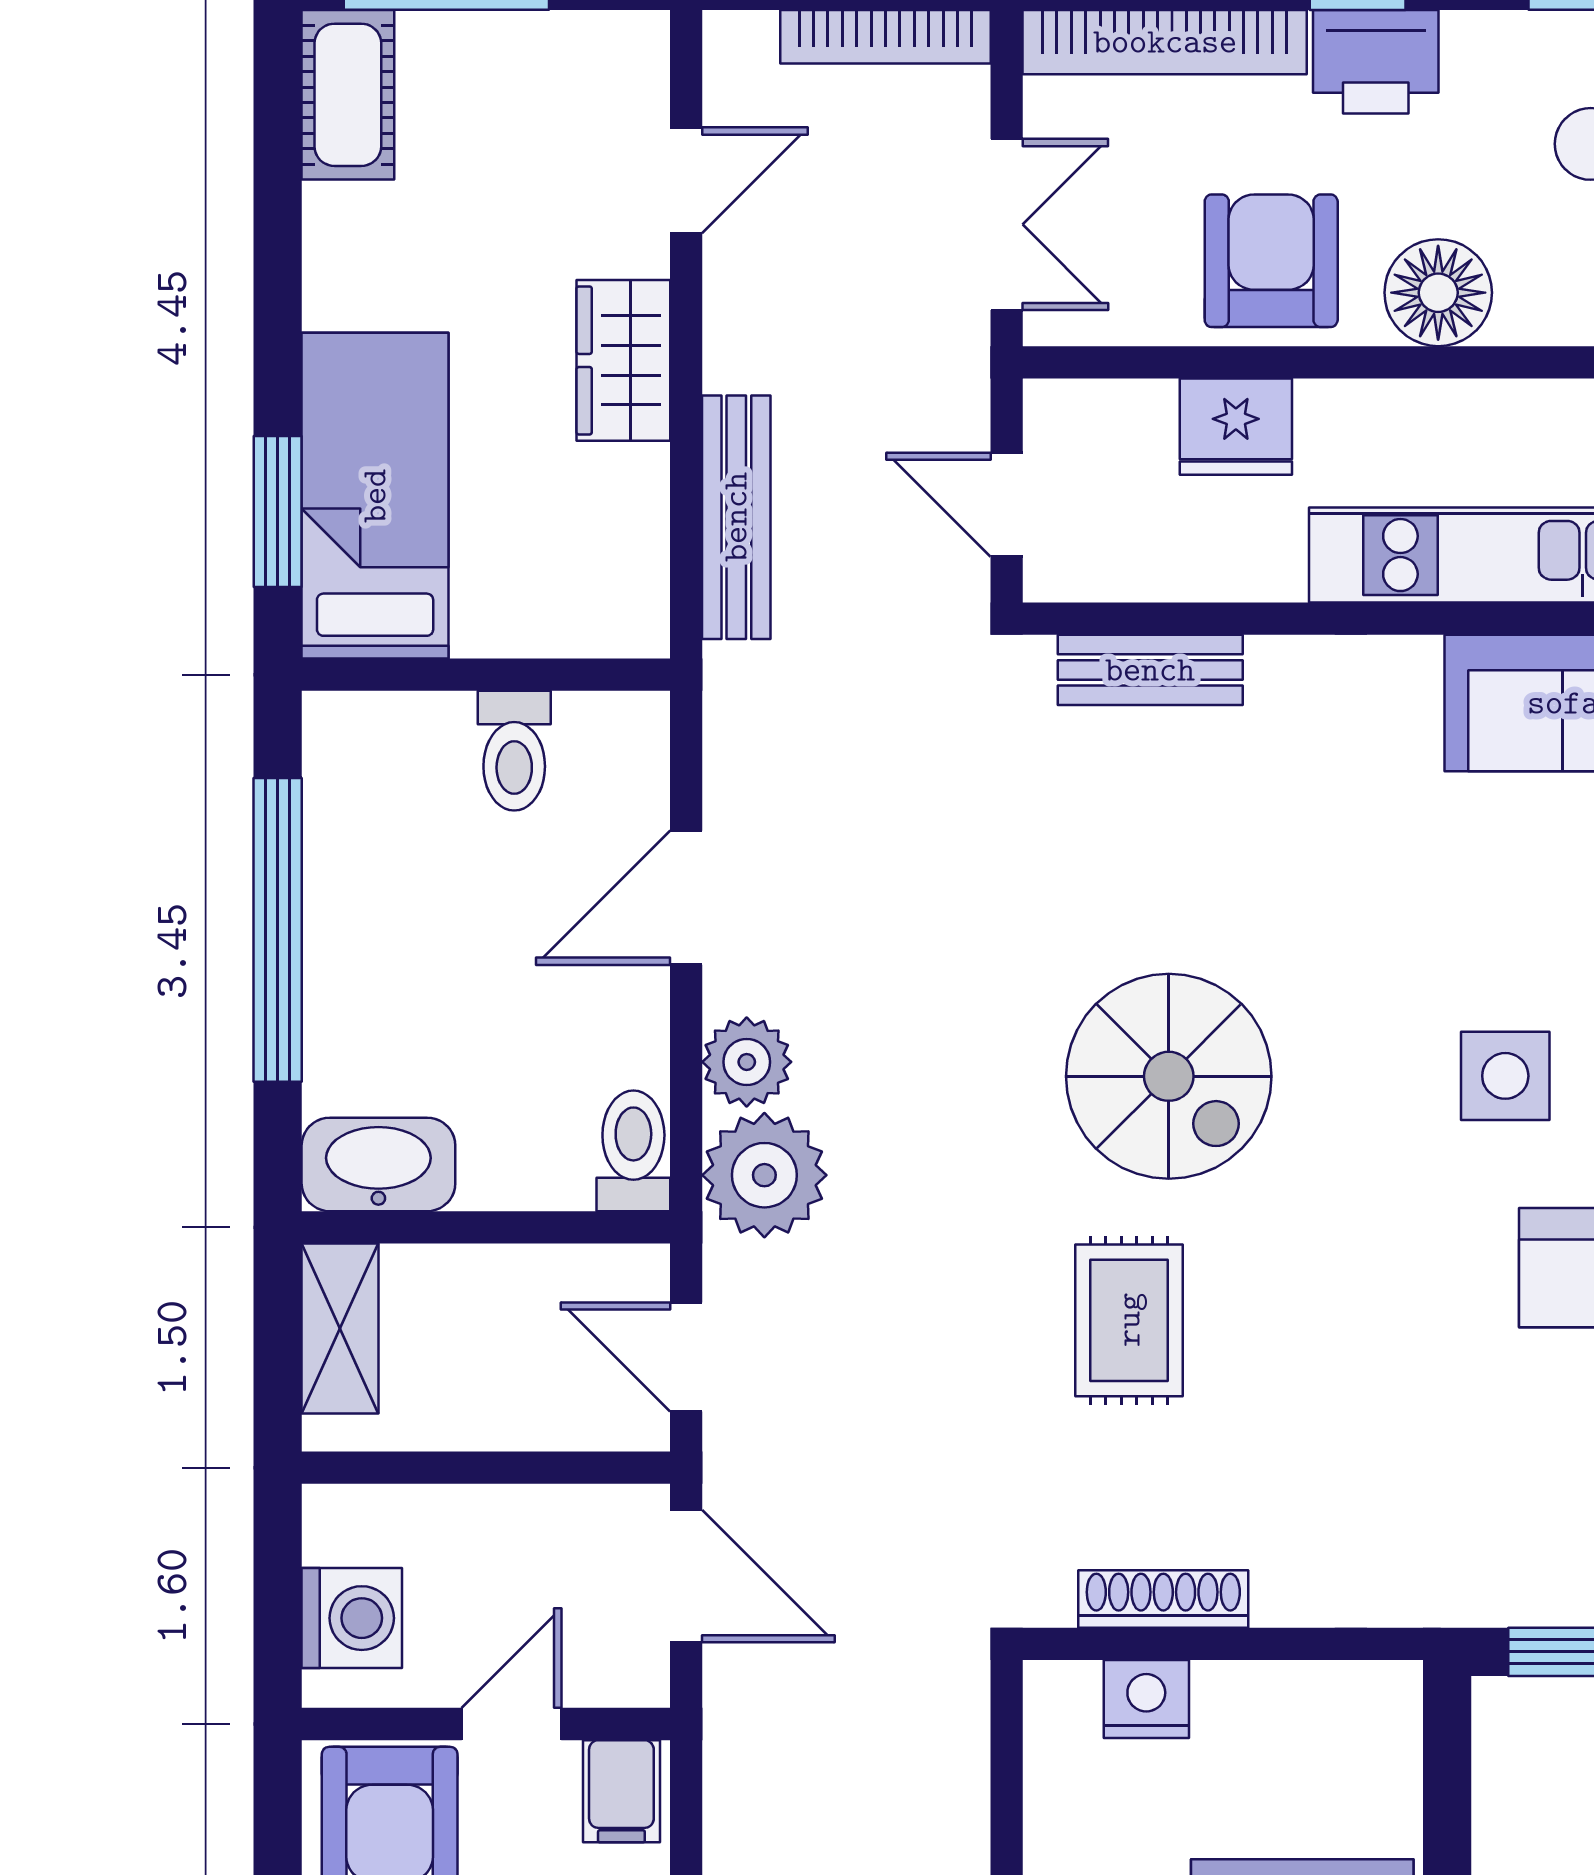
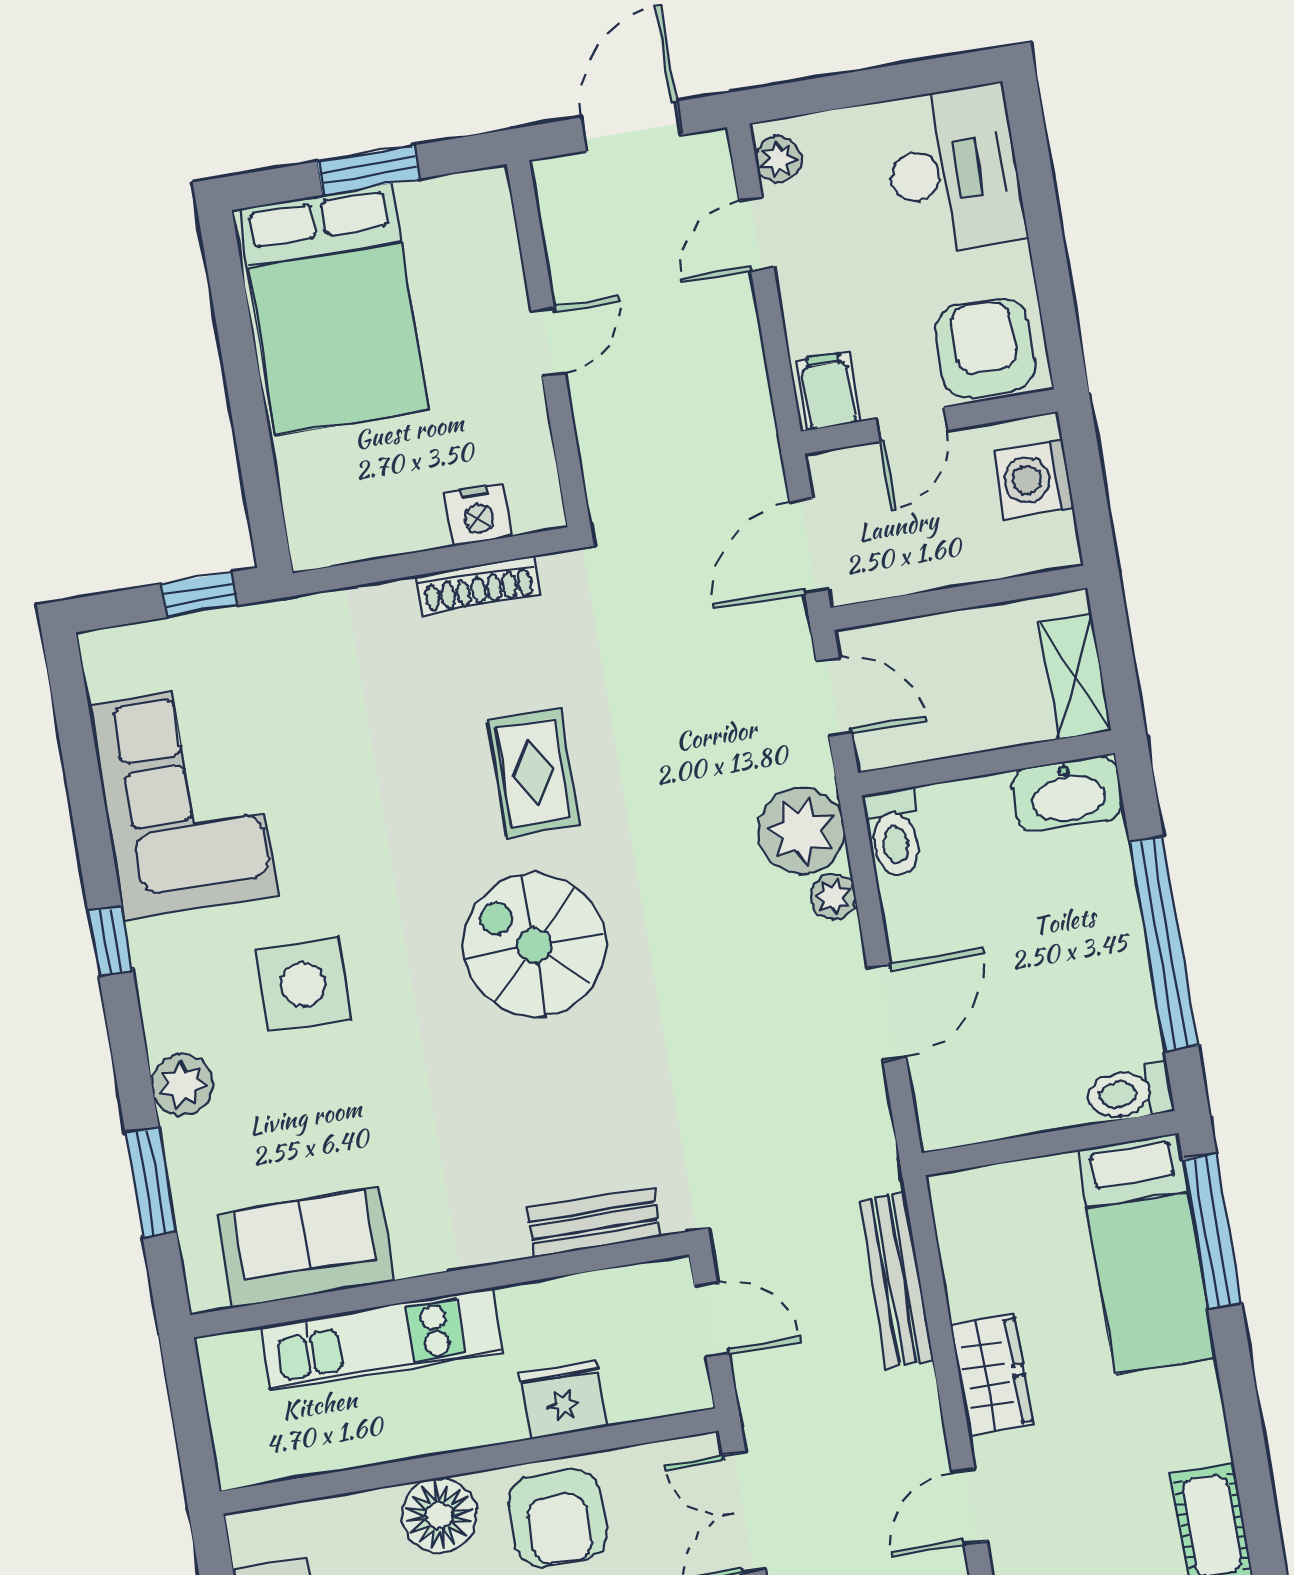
window: (278, 511) -> (1212, 1231), width x1.44
toilet: (514, 751) -> (1129, 1093), moved, turned -90
plant: (747, 1062) -> (833, 897), width x0.73, depth x0.73
side table: (1505, 1076) -> (303, 984), width x1.37, depth x1.37
door: (686, 1576) -> (809, 546), hinge flipped

